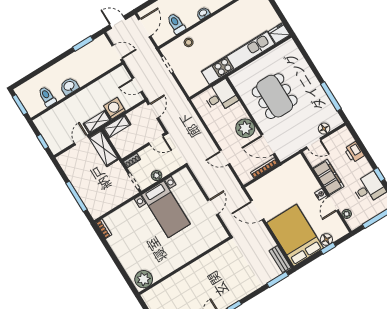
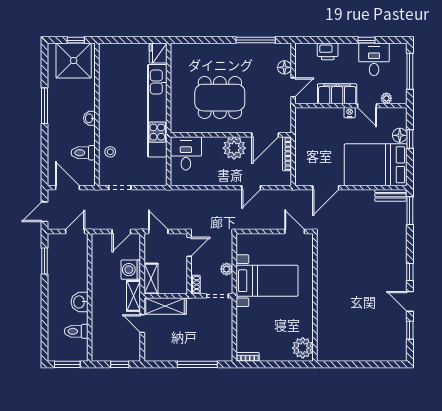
wall: (185, 266) -> (315, 297), moved
plant: (144, 279) -> (303, 348), moved

